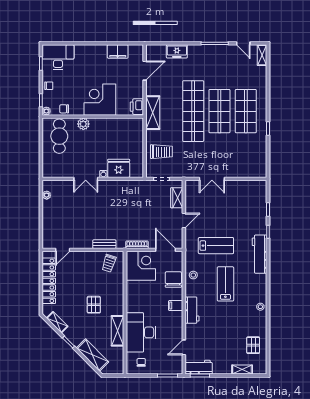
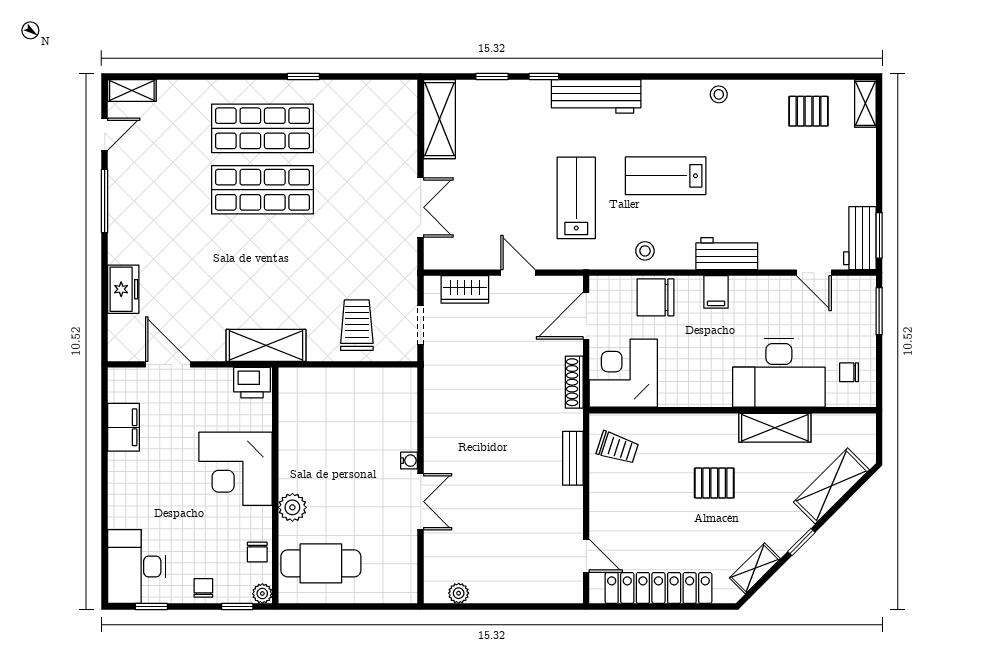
shop shelf: (193, 111) -> (263, 251), removed
fridge: (119, 168) -> (396, 425), removed
shelving: (250, 187) -> (439, 119), added
shelving: (242, 370) -> (865, 103), moved

